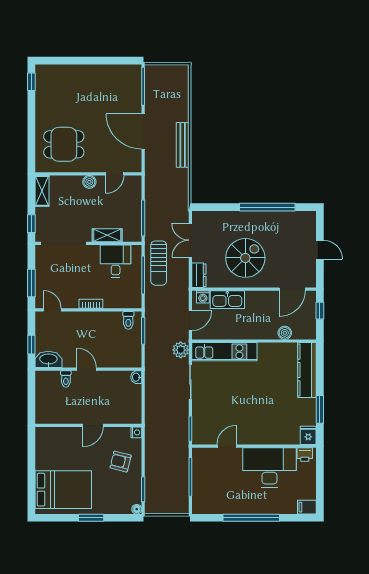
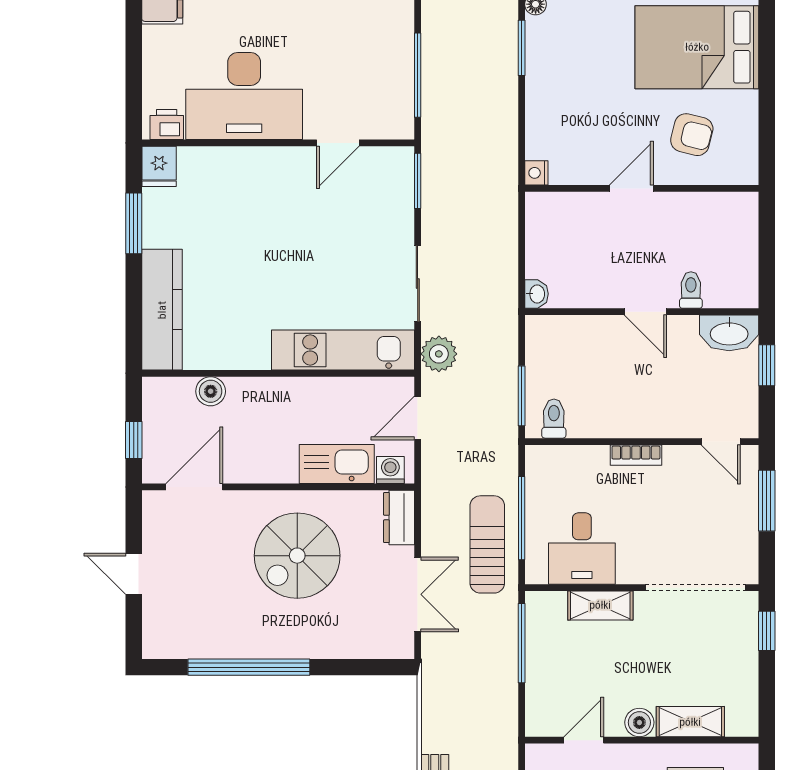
shelving: (42, 191) -> (690, 722), moved, turned 90
armchair: (121, 462) -> (692, 135), moved

